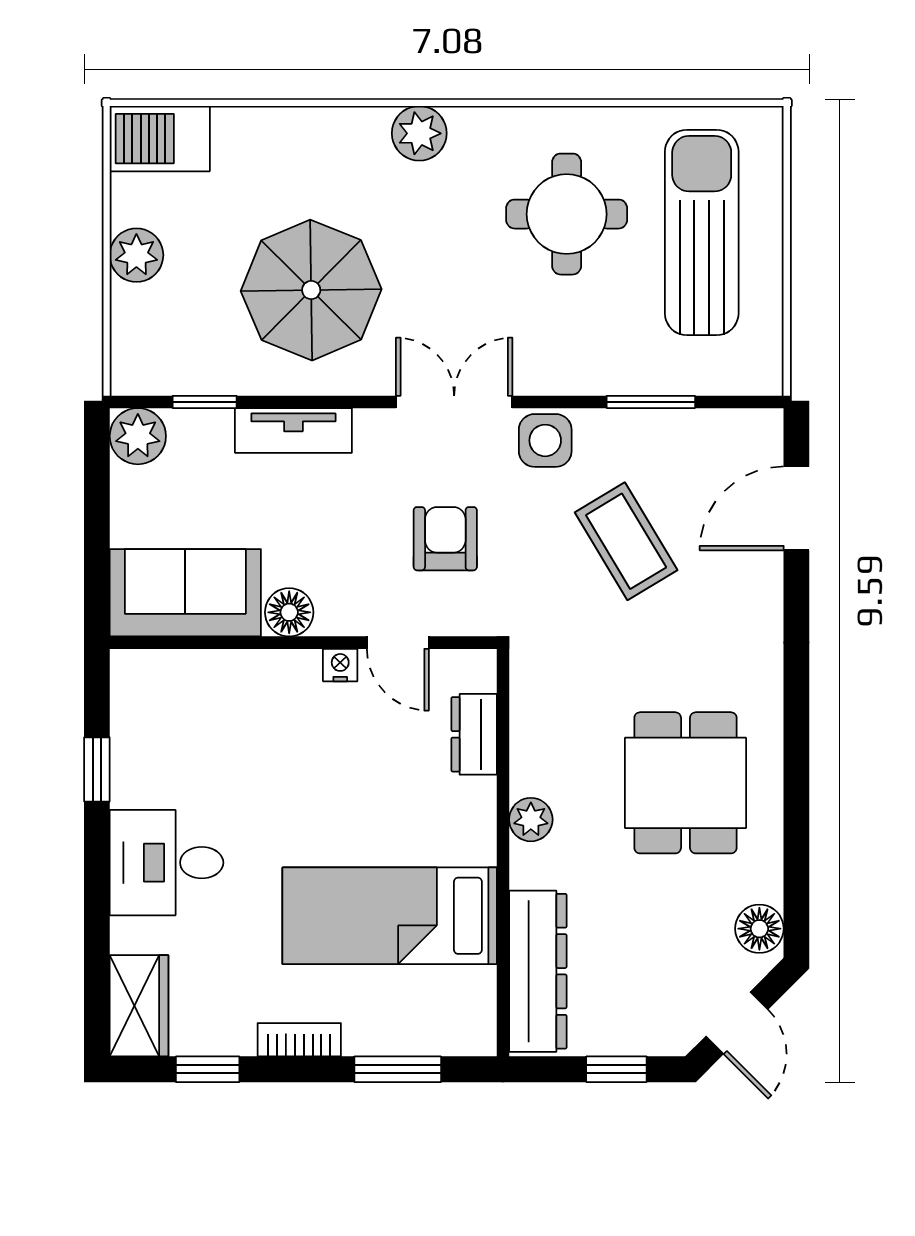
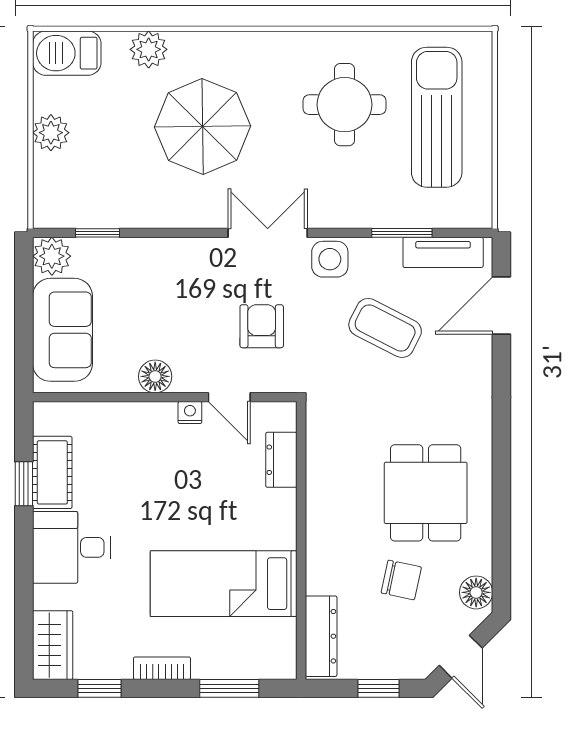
plant: (419, 133) -> (149, 49), moved
parasol: (311, 290) -> (202, 127), moved
tv unit: (293, 430) -> (443, 252), moved
coffee table: (626, 541) -> (385, 328), turned -32
sofa: (185, 593) -> (62, 330), moved, turned 90
cot: (138, 753) -> (52, 472), added
plant: (531, 820) -> (320, 518), removed
chair: (650, 910) -> (401, 580), added
dresser: (538, 971) -> (321, 636), width x0.73, depth x0.80

